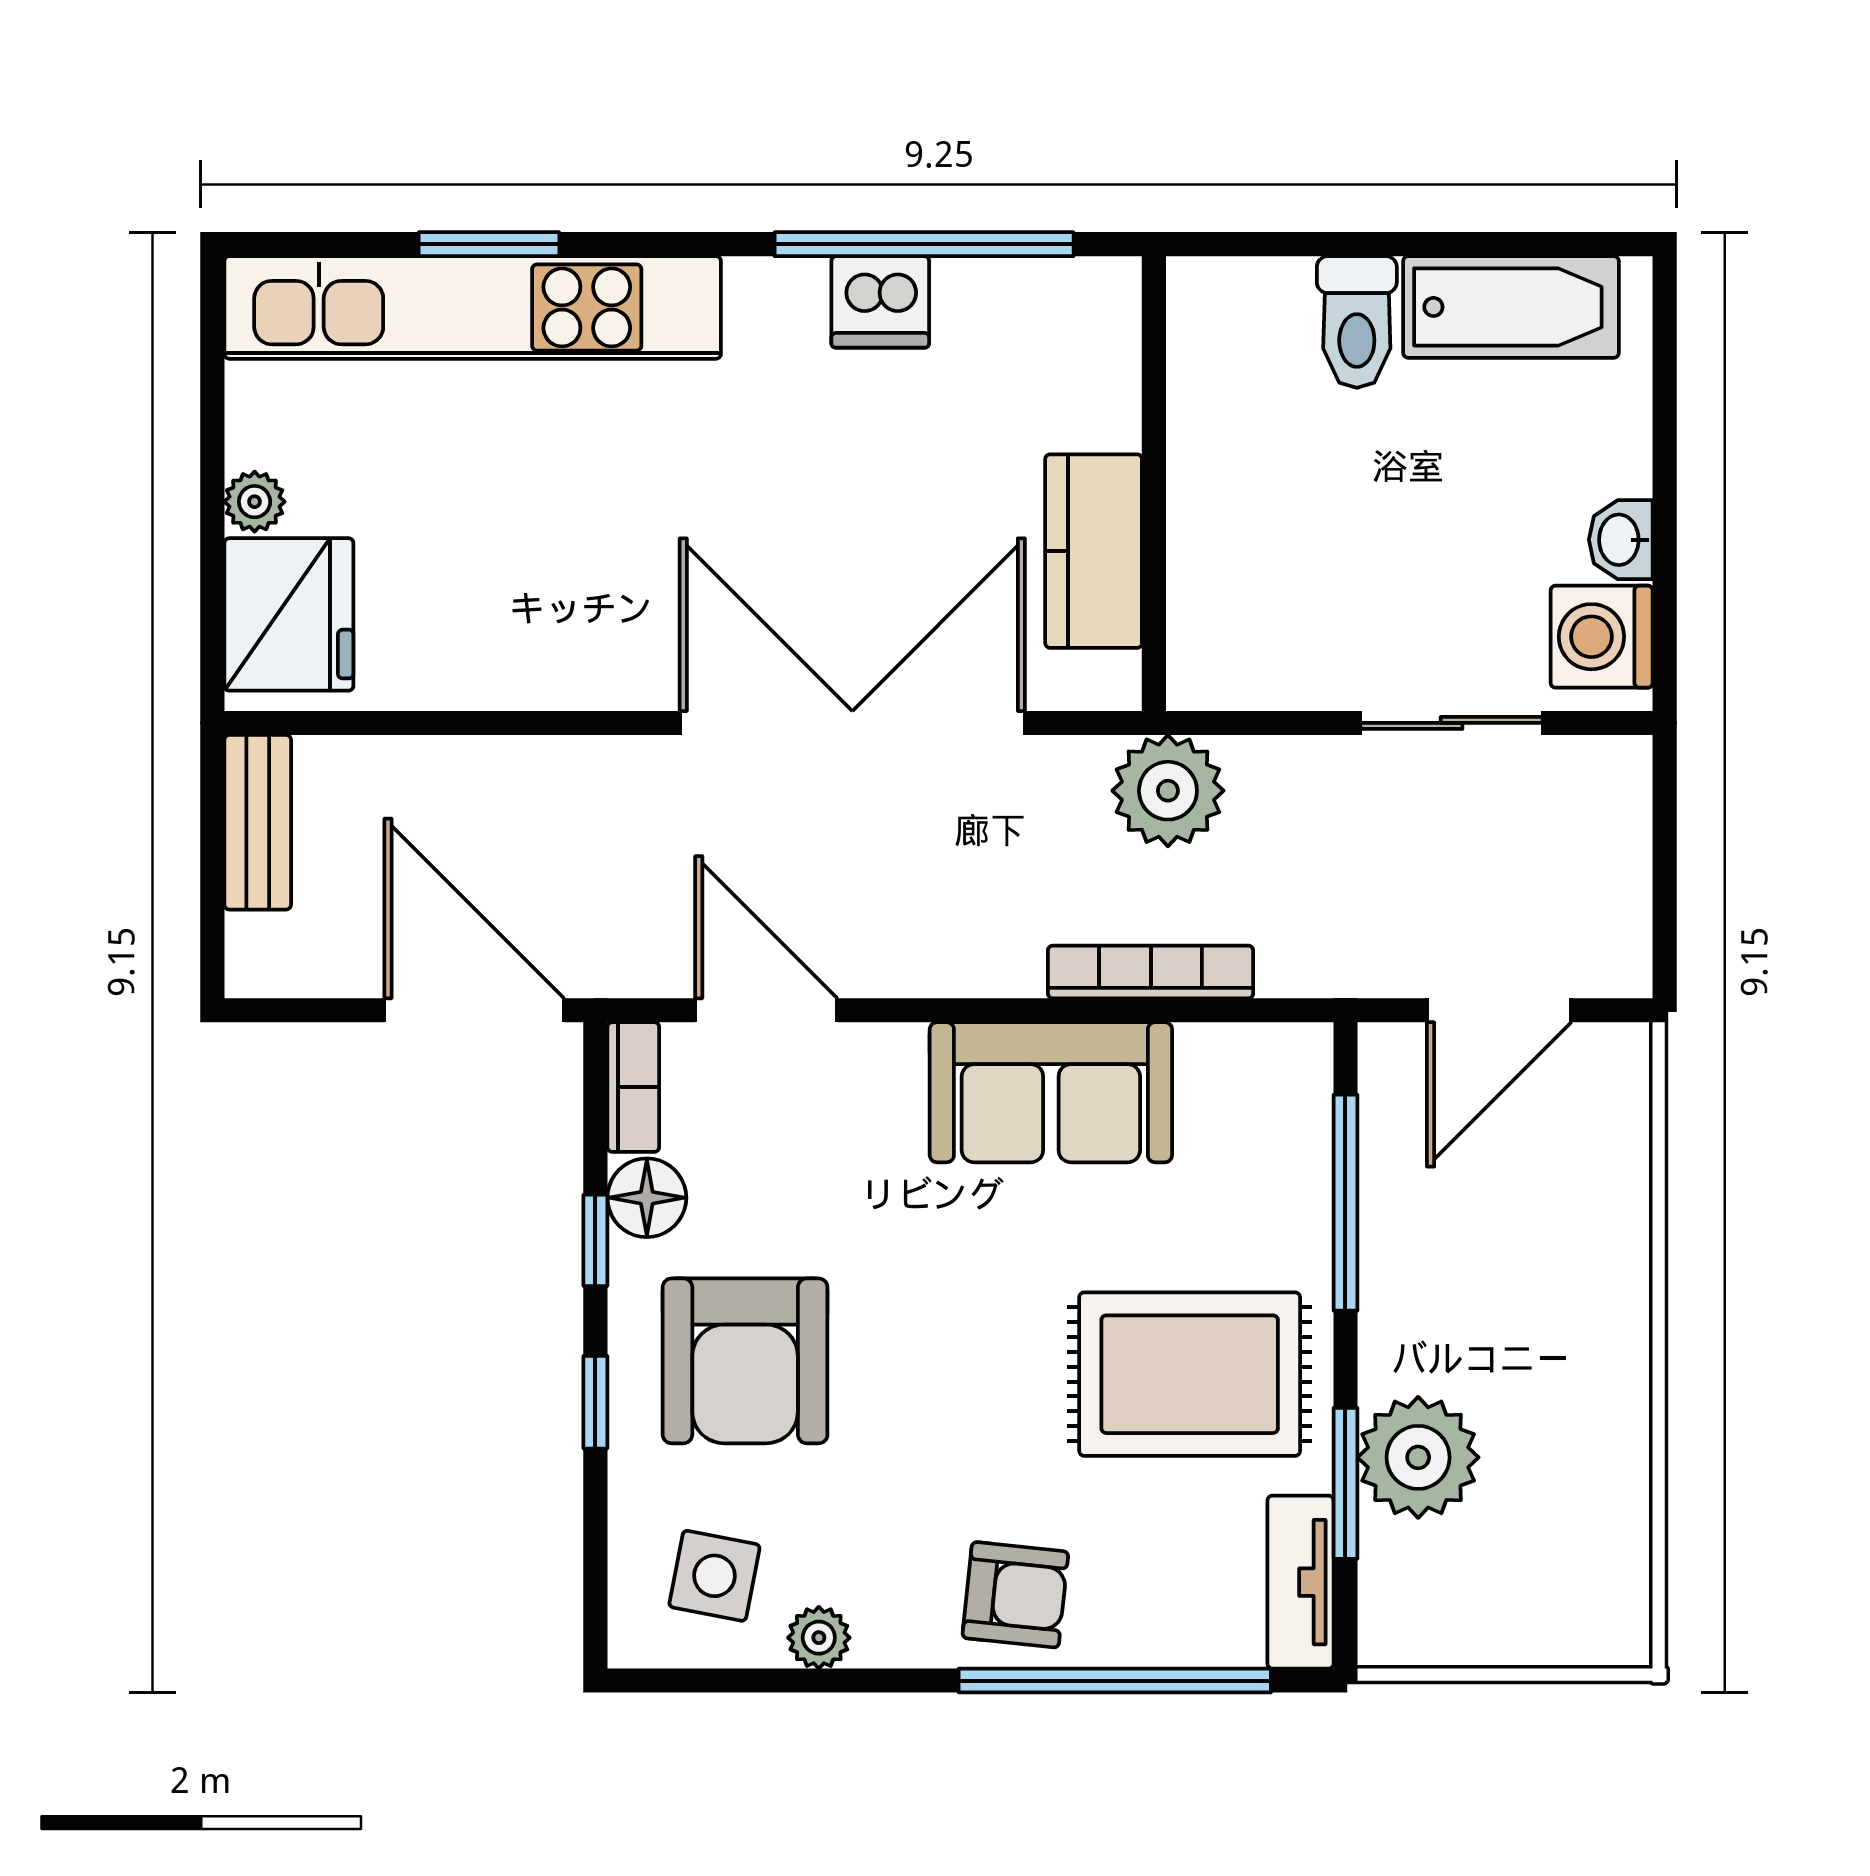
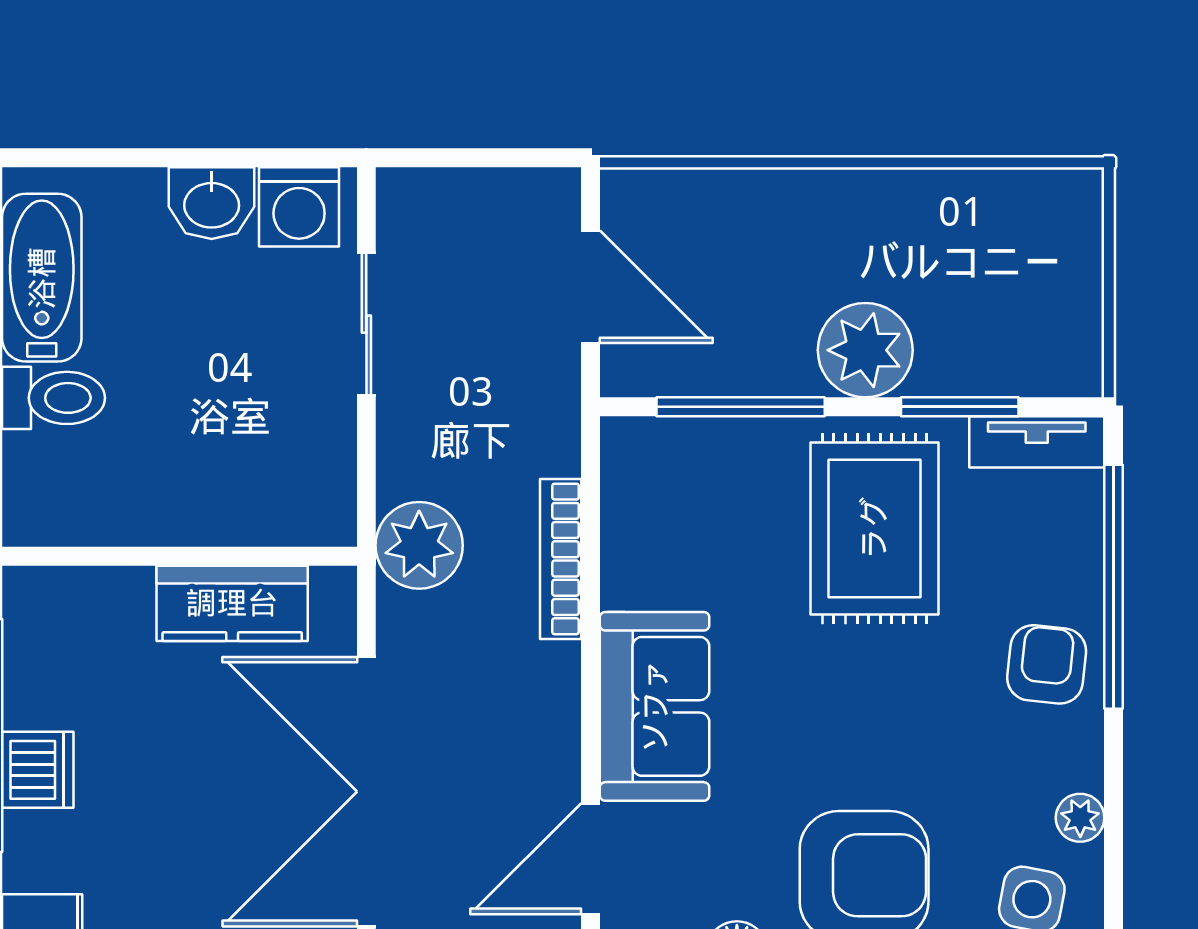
washbasin: (1621, 540) -> (212, 203), width x1.38, depth x1.45
sofa: (1051, 1092) -> (655, 706), moved
plant: (1418, 1457) -> (865, 350), moved

